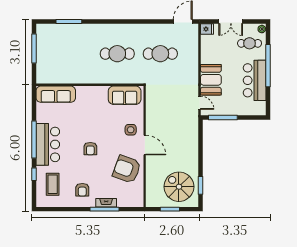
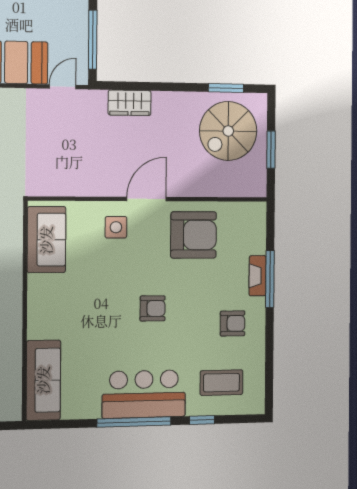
wardrobe: (192, 136) -> (130, 103), added
armchair: (127, 169) -> (194, 235), turned -110

